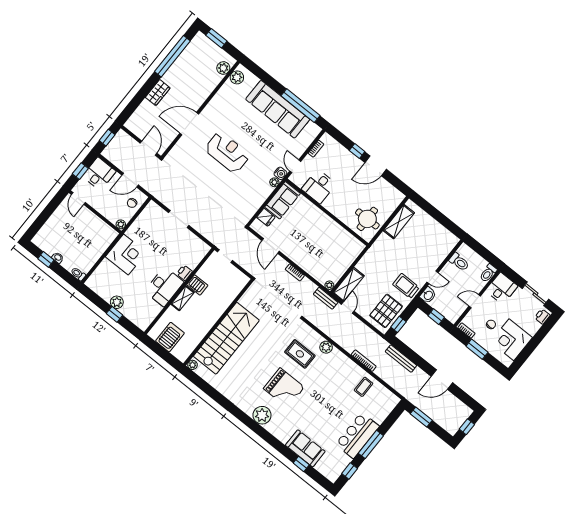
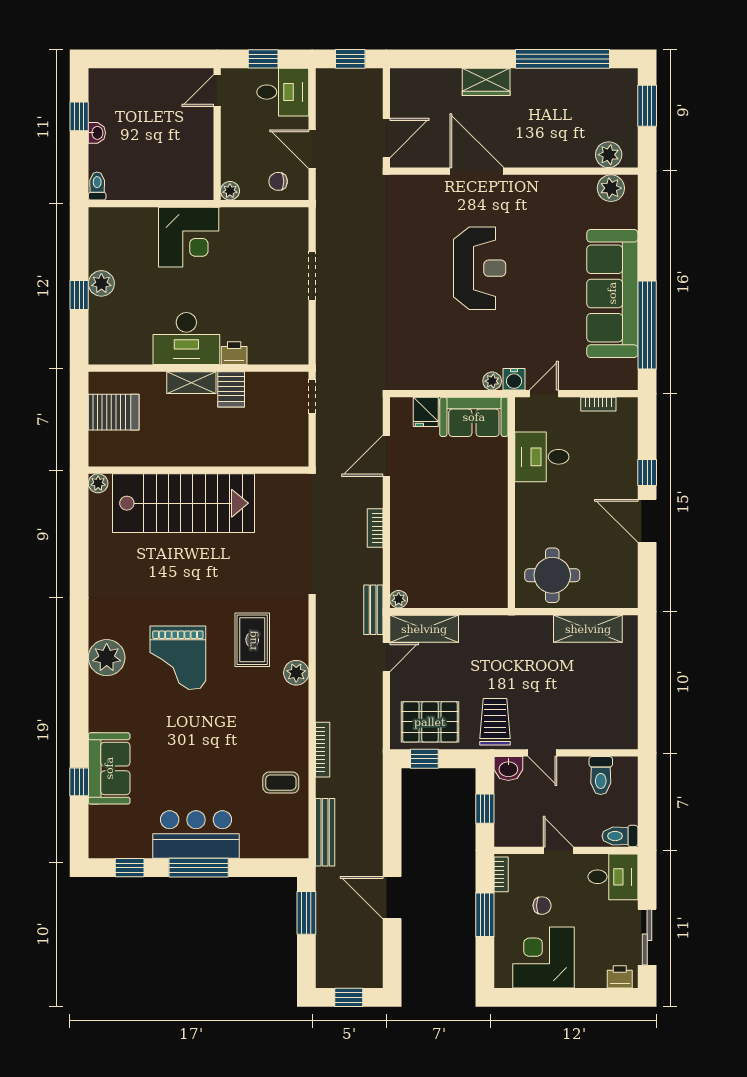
bench: (401, 359) -> (325, 832), moved

